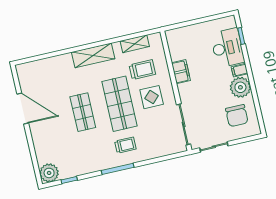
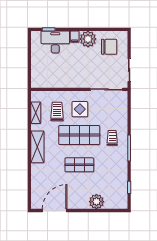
filing cabinet: (181, 72) -> (65, 82), removed
door: (23, 109) -> (55, 211), moved
plant: (49, 173) -> (96, 202), moved

